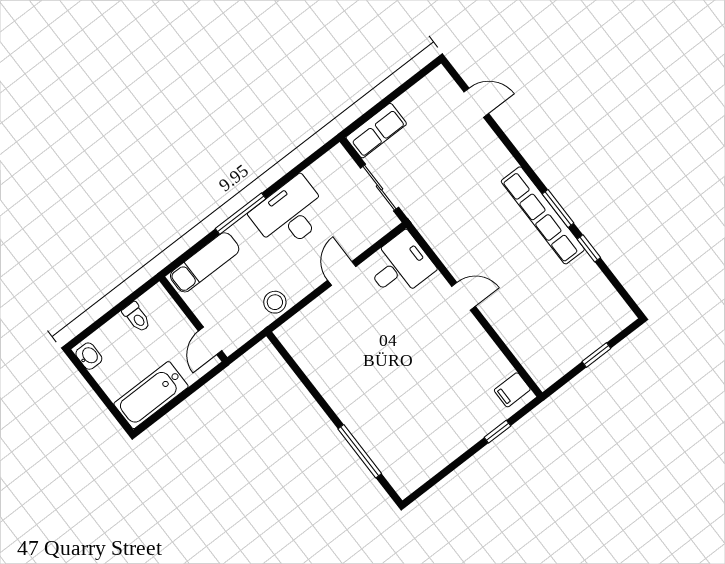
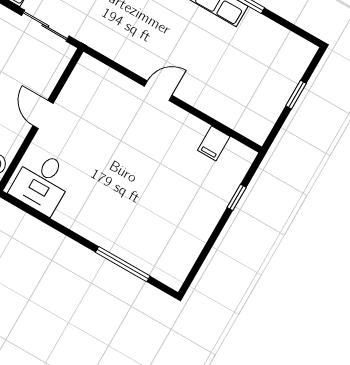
desk: (400, 266) -> (42, 183), moved, turned 180
filing cabinet: (512, 390) -> (214, 143), moved

